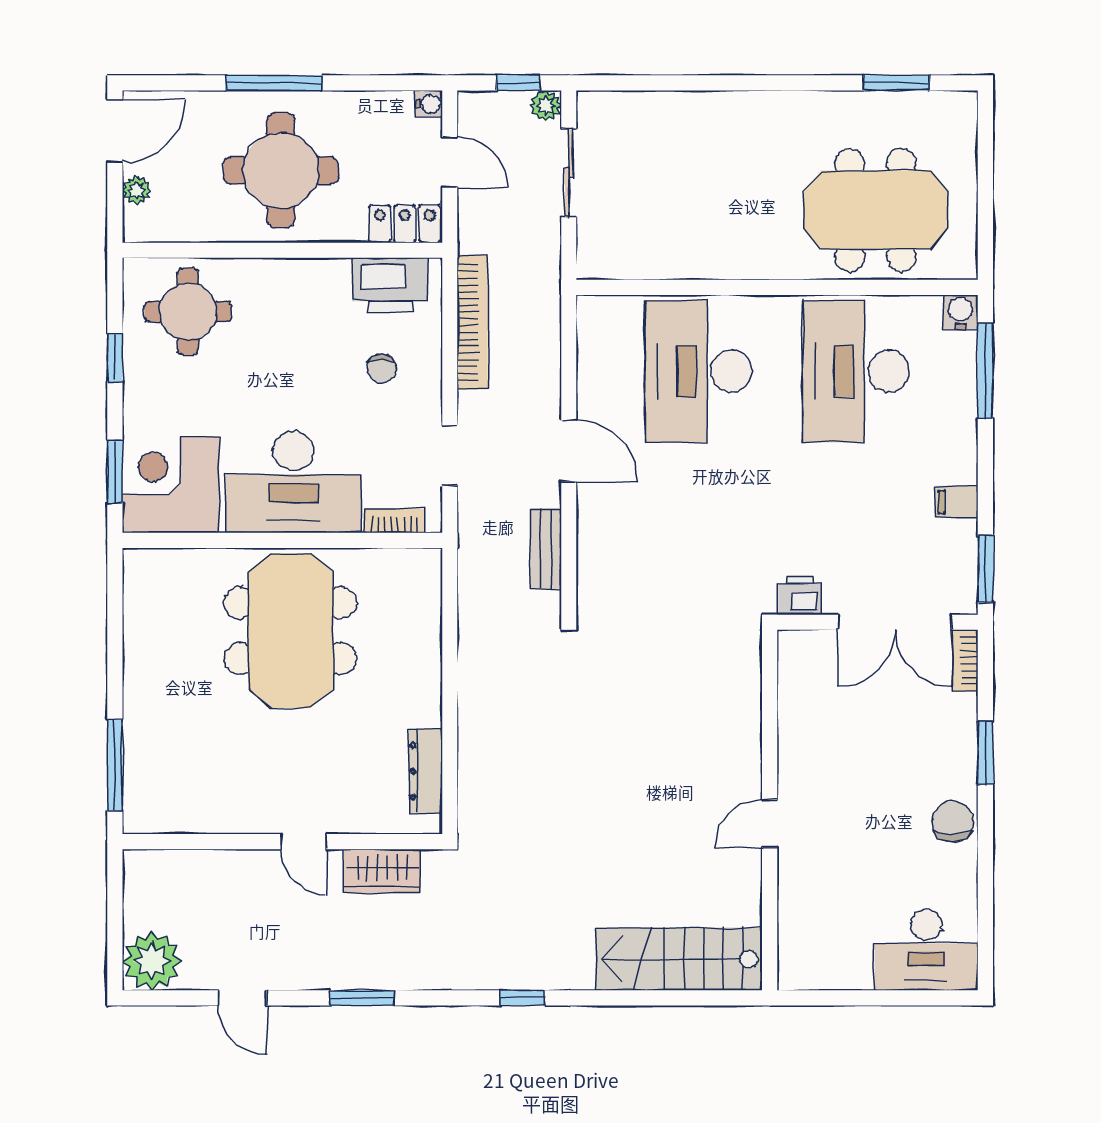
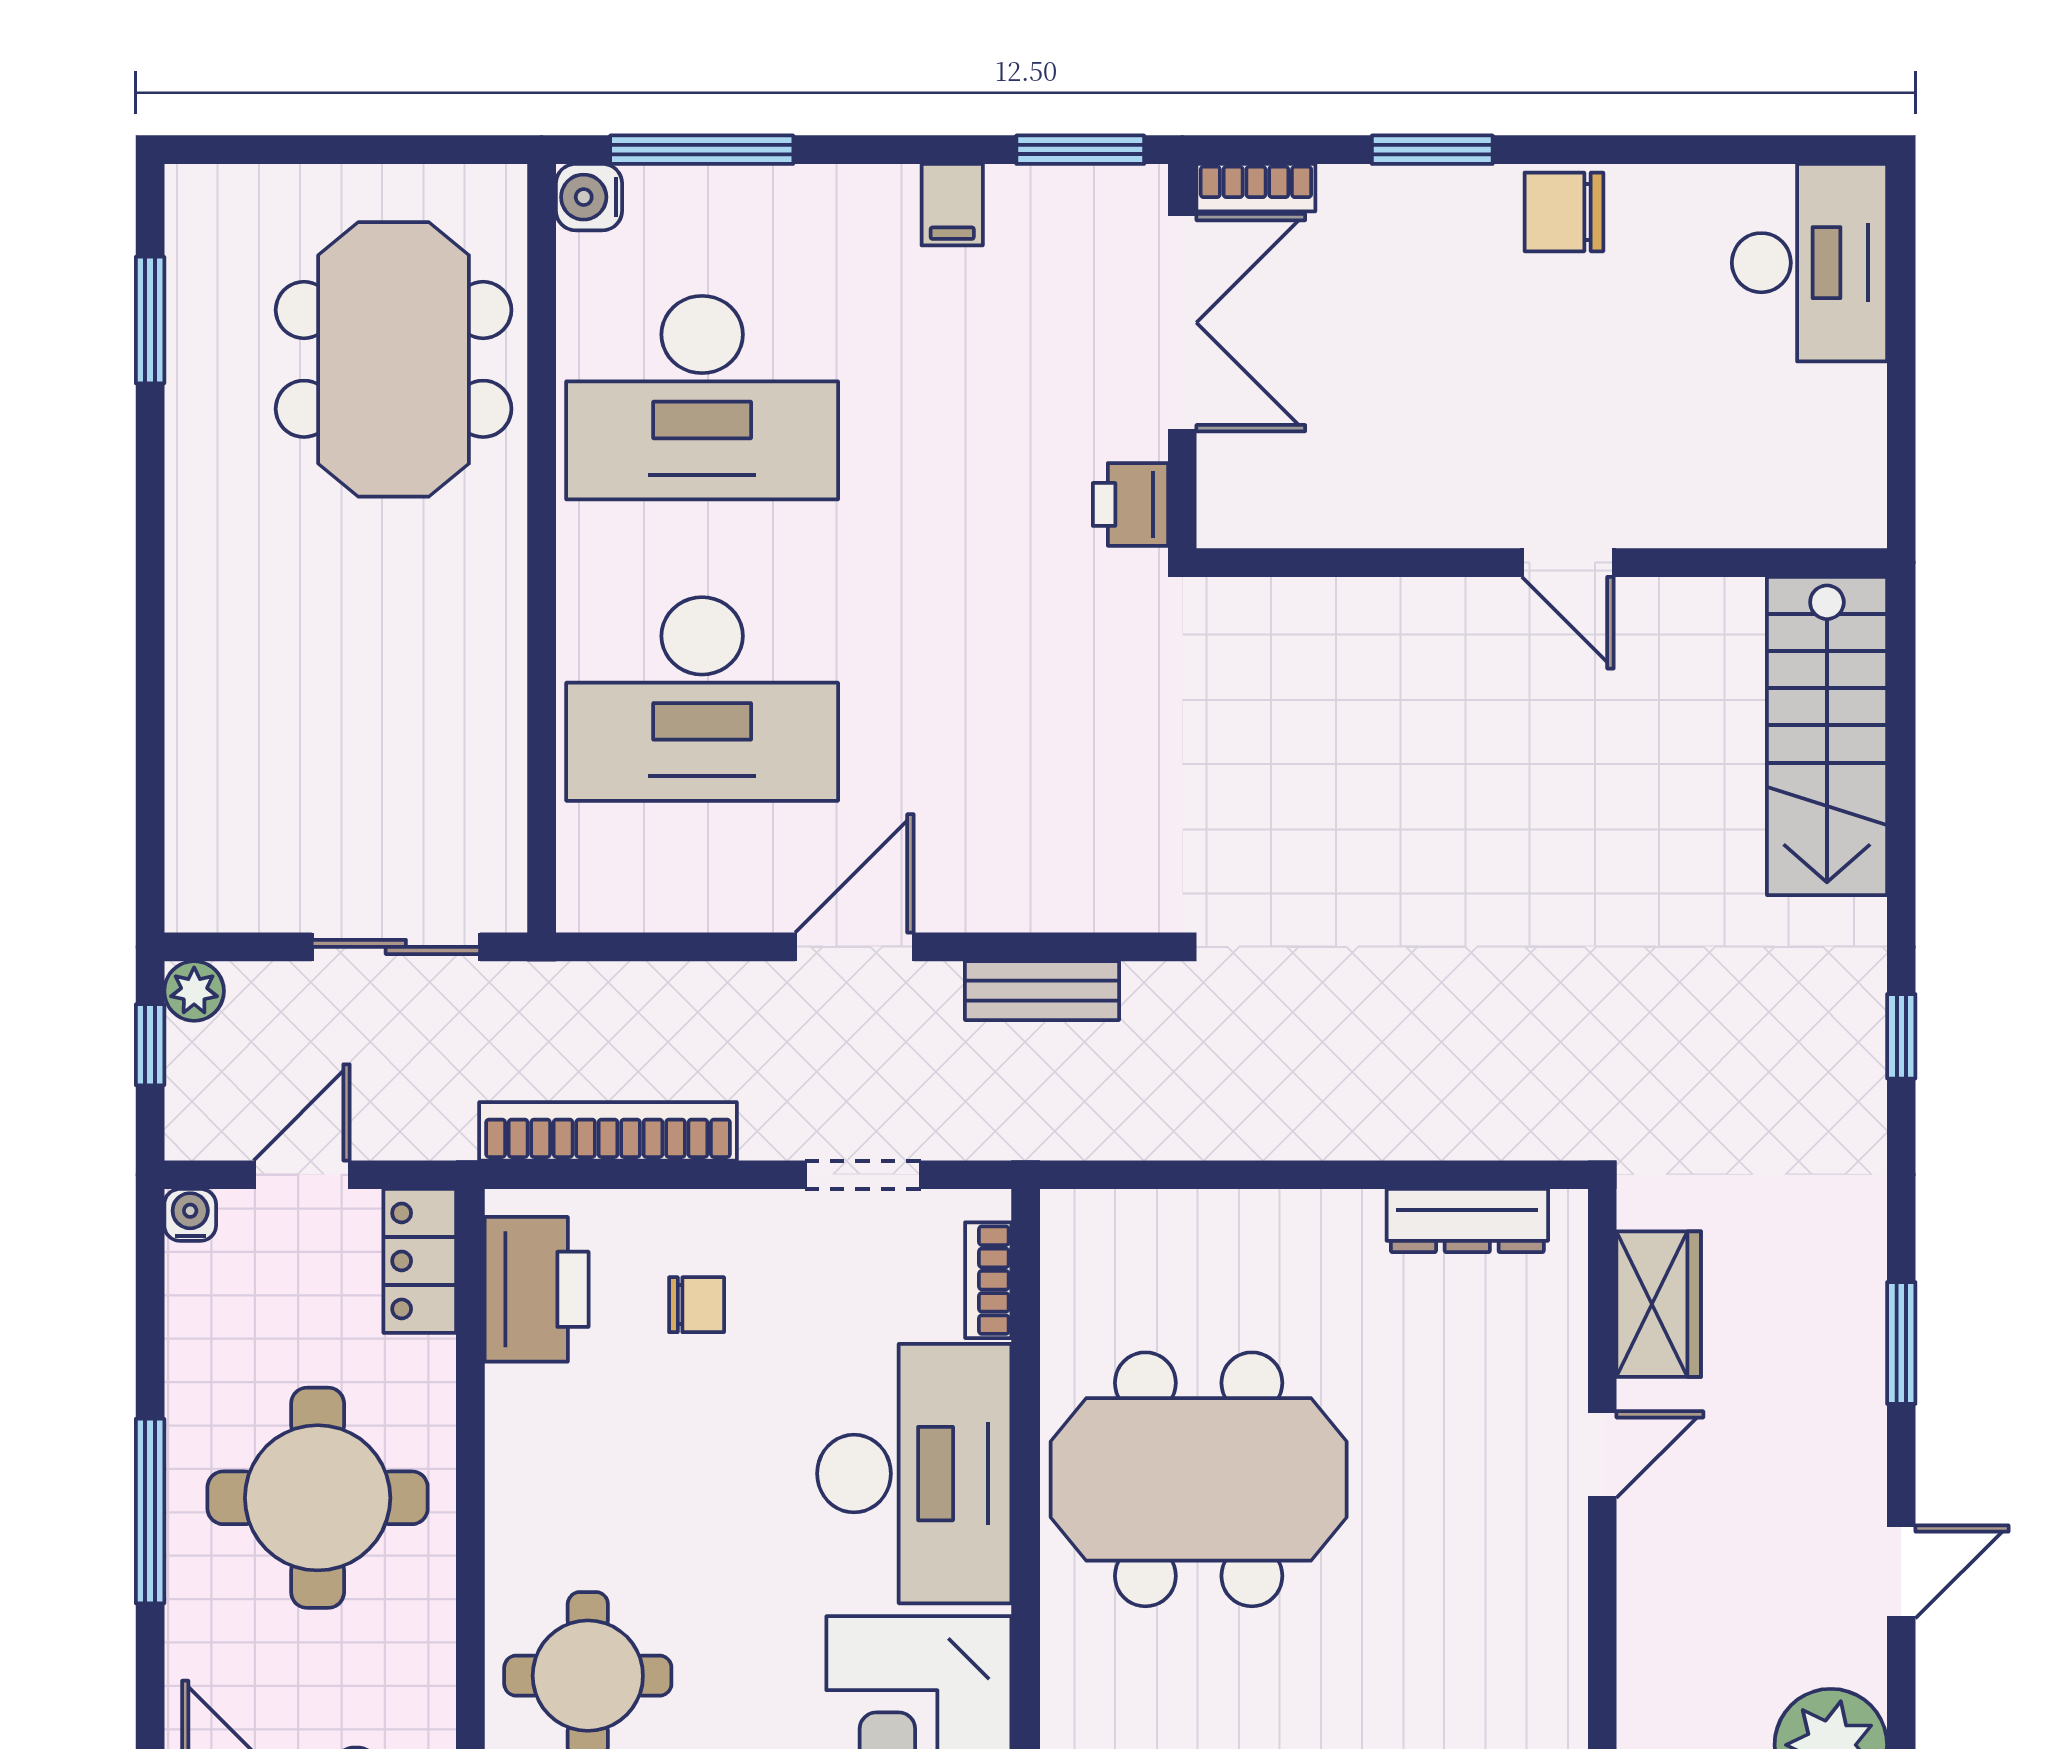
sliding door: (569, 173) -> (396, 947), moved

